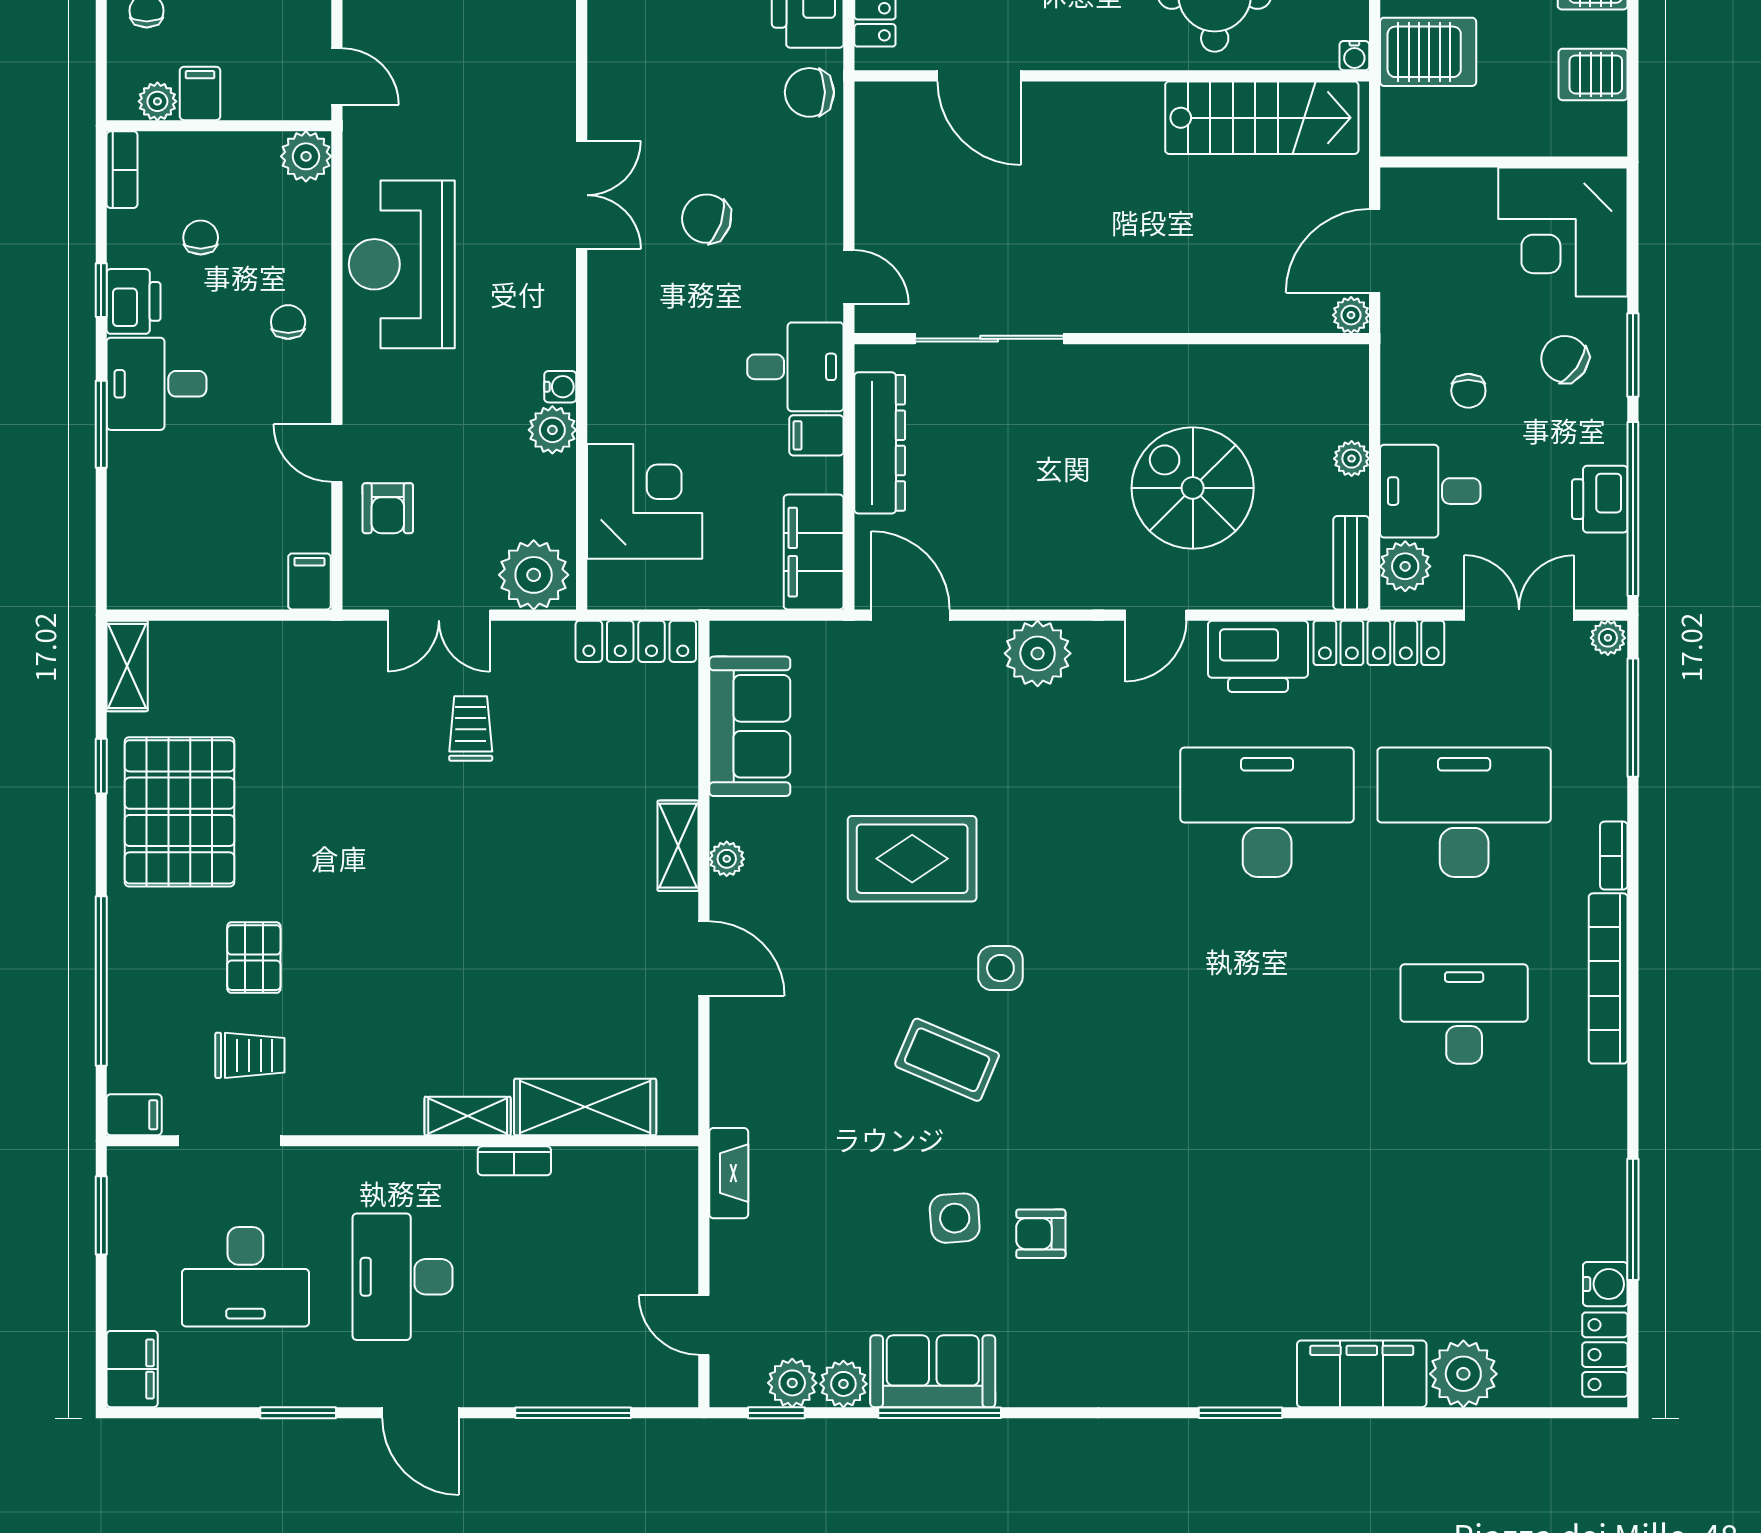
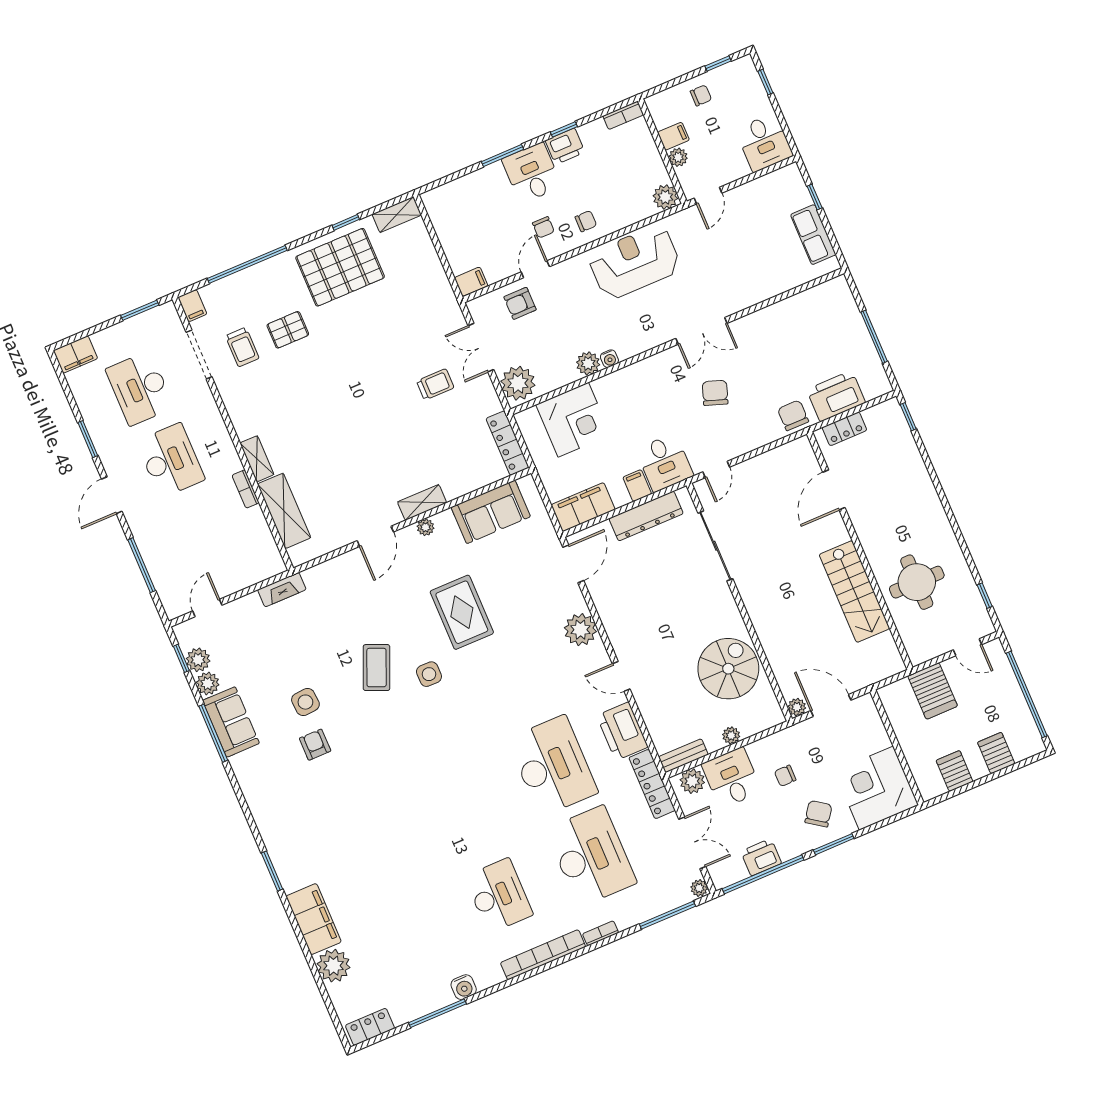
water cooler: (1354, 56) -> (916, 658), removed
plant: (157, 101) -> (678, 157), moved
stairs: (1262, 118) -> (854, 591), moved
chair: (201, 238) -> (543, 227), moved, turned 90
spiral stairs: (1193, 488) -> (728, 669), moved
desk: (403, 1277) -> (171, 460), turned 90
water cooler: (1605, 1284) -> (464, 987), moved

